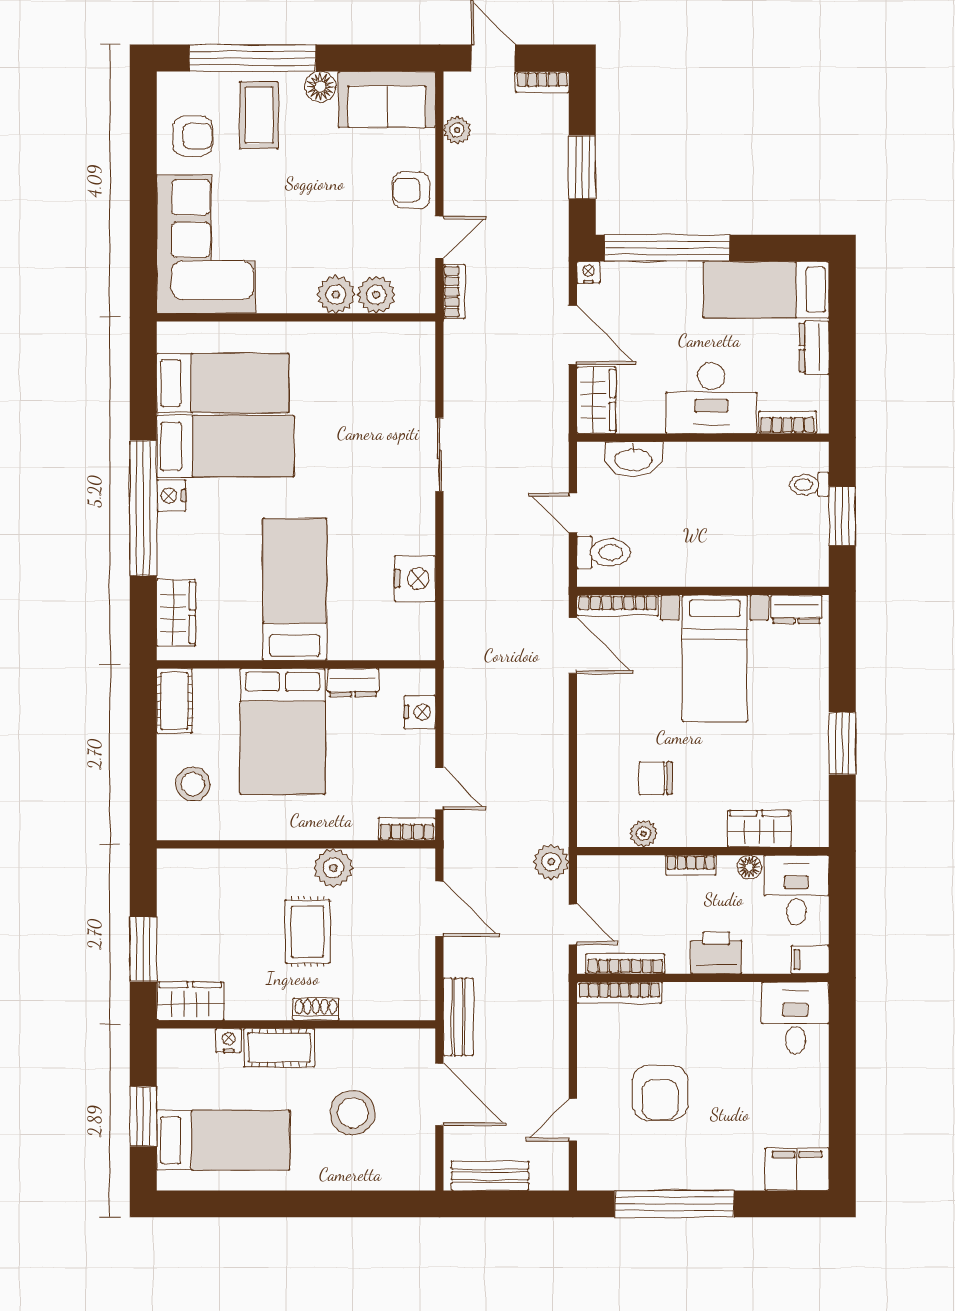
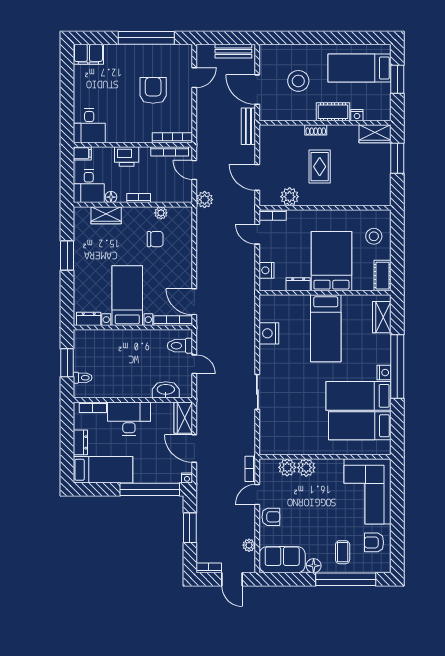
coffee table: (259, 115) -> (343, 552), width x0.73, depth x0.77
plant: (333, 868) -> (290, 197), moved

